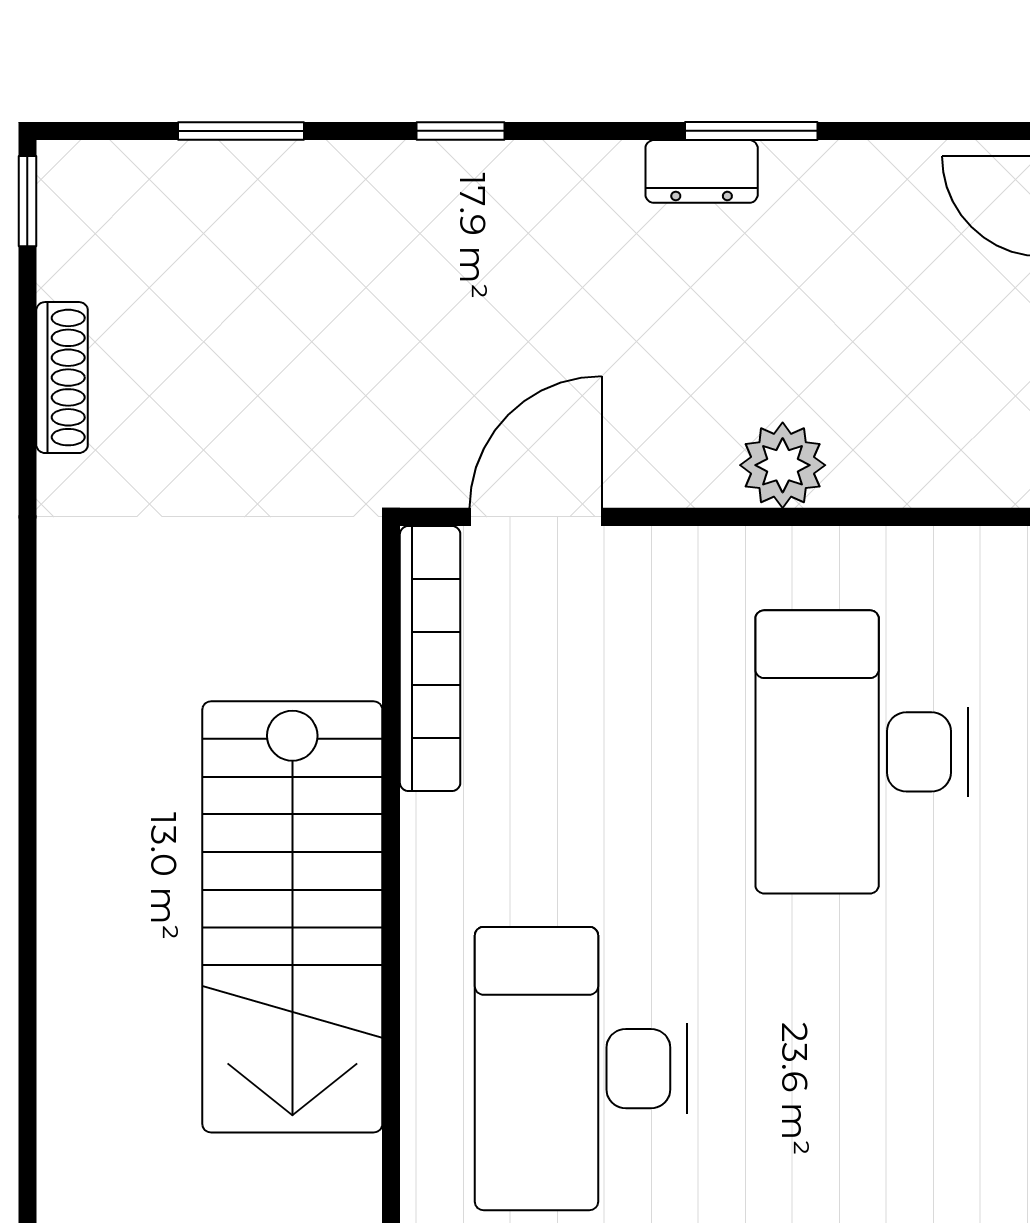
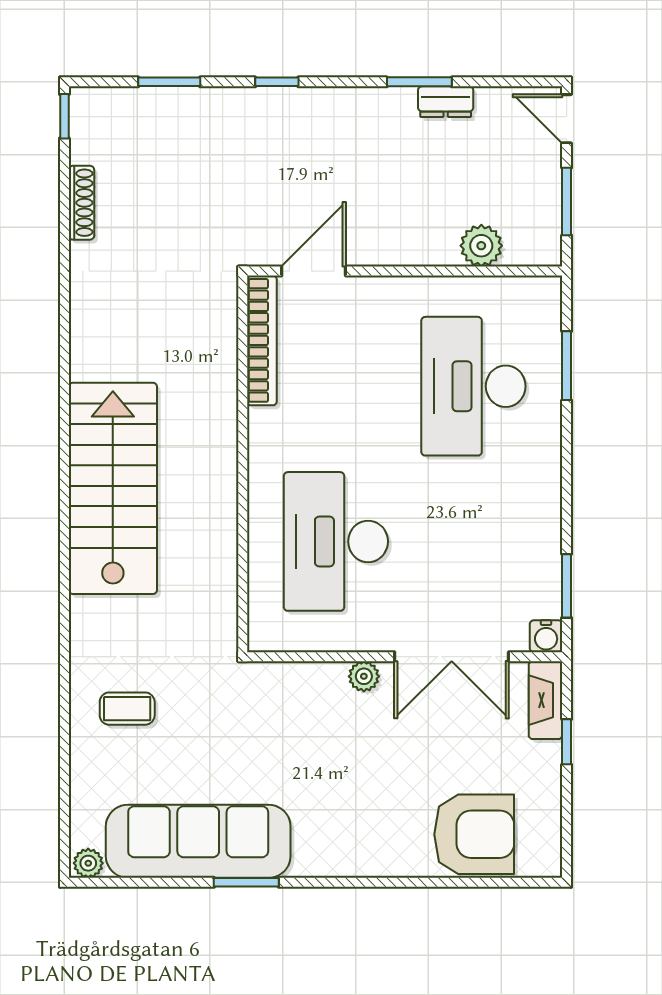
dresser: (702, 171) -> (446, 102), moved
plant: (783, 465) -> (481, 246), moved
stairs: (292, 917) -> (113, 488), moved, turned 180

